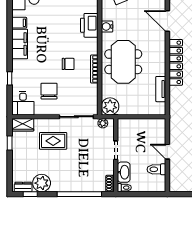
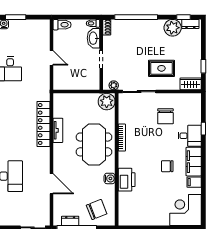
locker: (176, 62) -> (43, 124), moved
chair: (68, 64) -> (167, 166), moved
tv unit: (161, 89) -> (58, 130), moved
desk: (23, 103) -> (190, 136), moved, turned 90
toilet: (156, 169) -> (62, 25), moved

